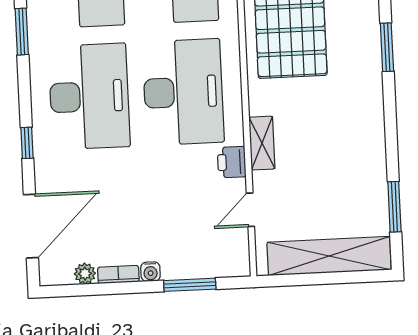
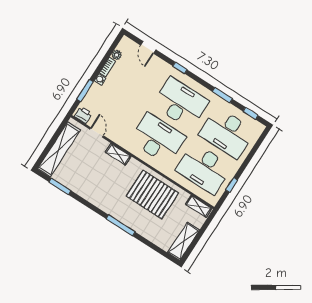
window: (387, 47) -> (121, 225), width x1.44
desk: (183, 92) -> (158, 139), turned 180
desk: (89, 96) -> (181, 103), turned 180
printer: (232, 162) -> (83, 115), moved
door: (31, 226) -> (148, 47), width x0.53

